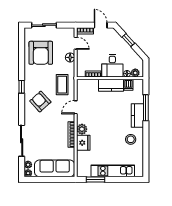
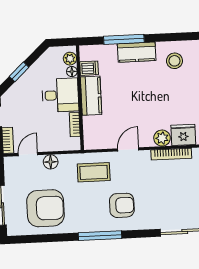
window: (22, 87) -> (100, 236), width x2.17
armchair: (40, 101) -> (122, 205), turned -138
door: (76, 107) -> (128, 149), swing flipped

